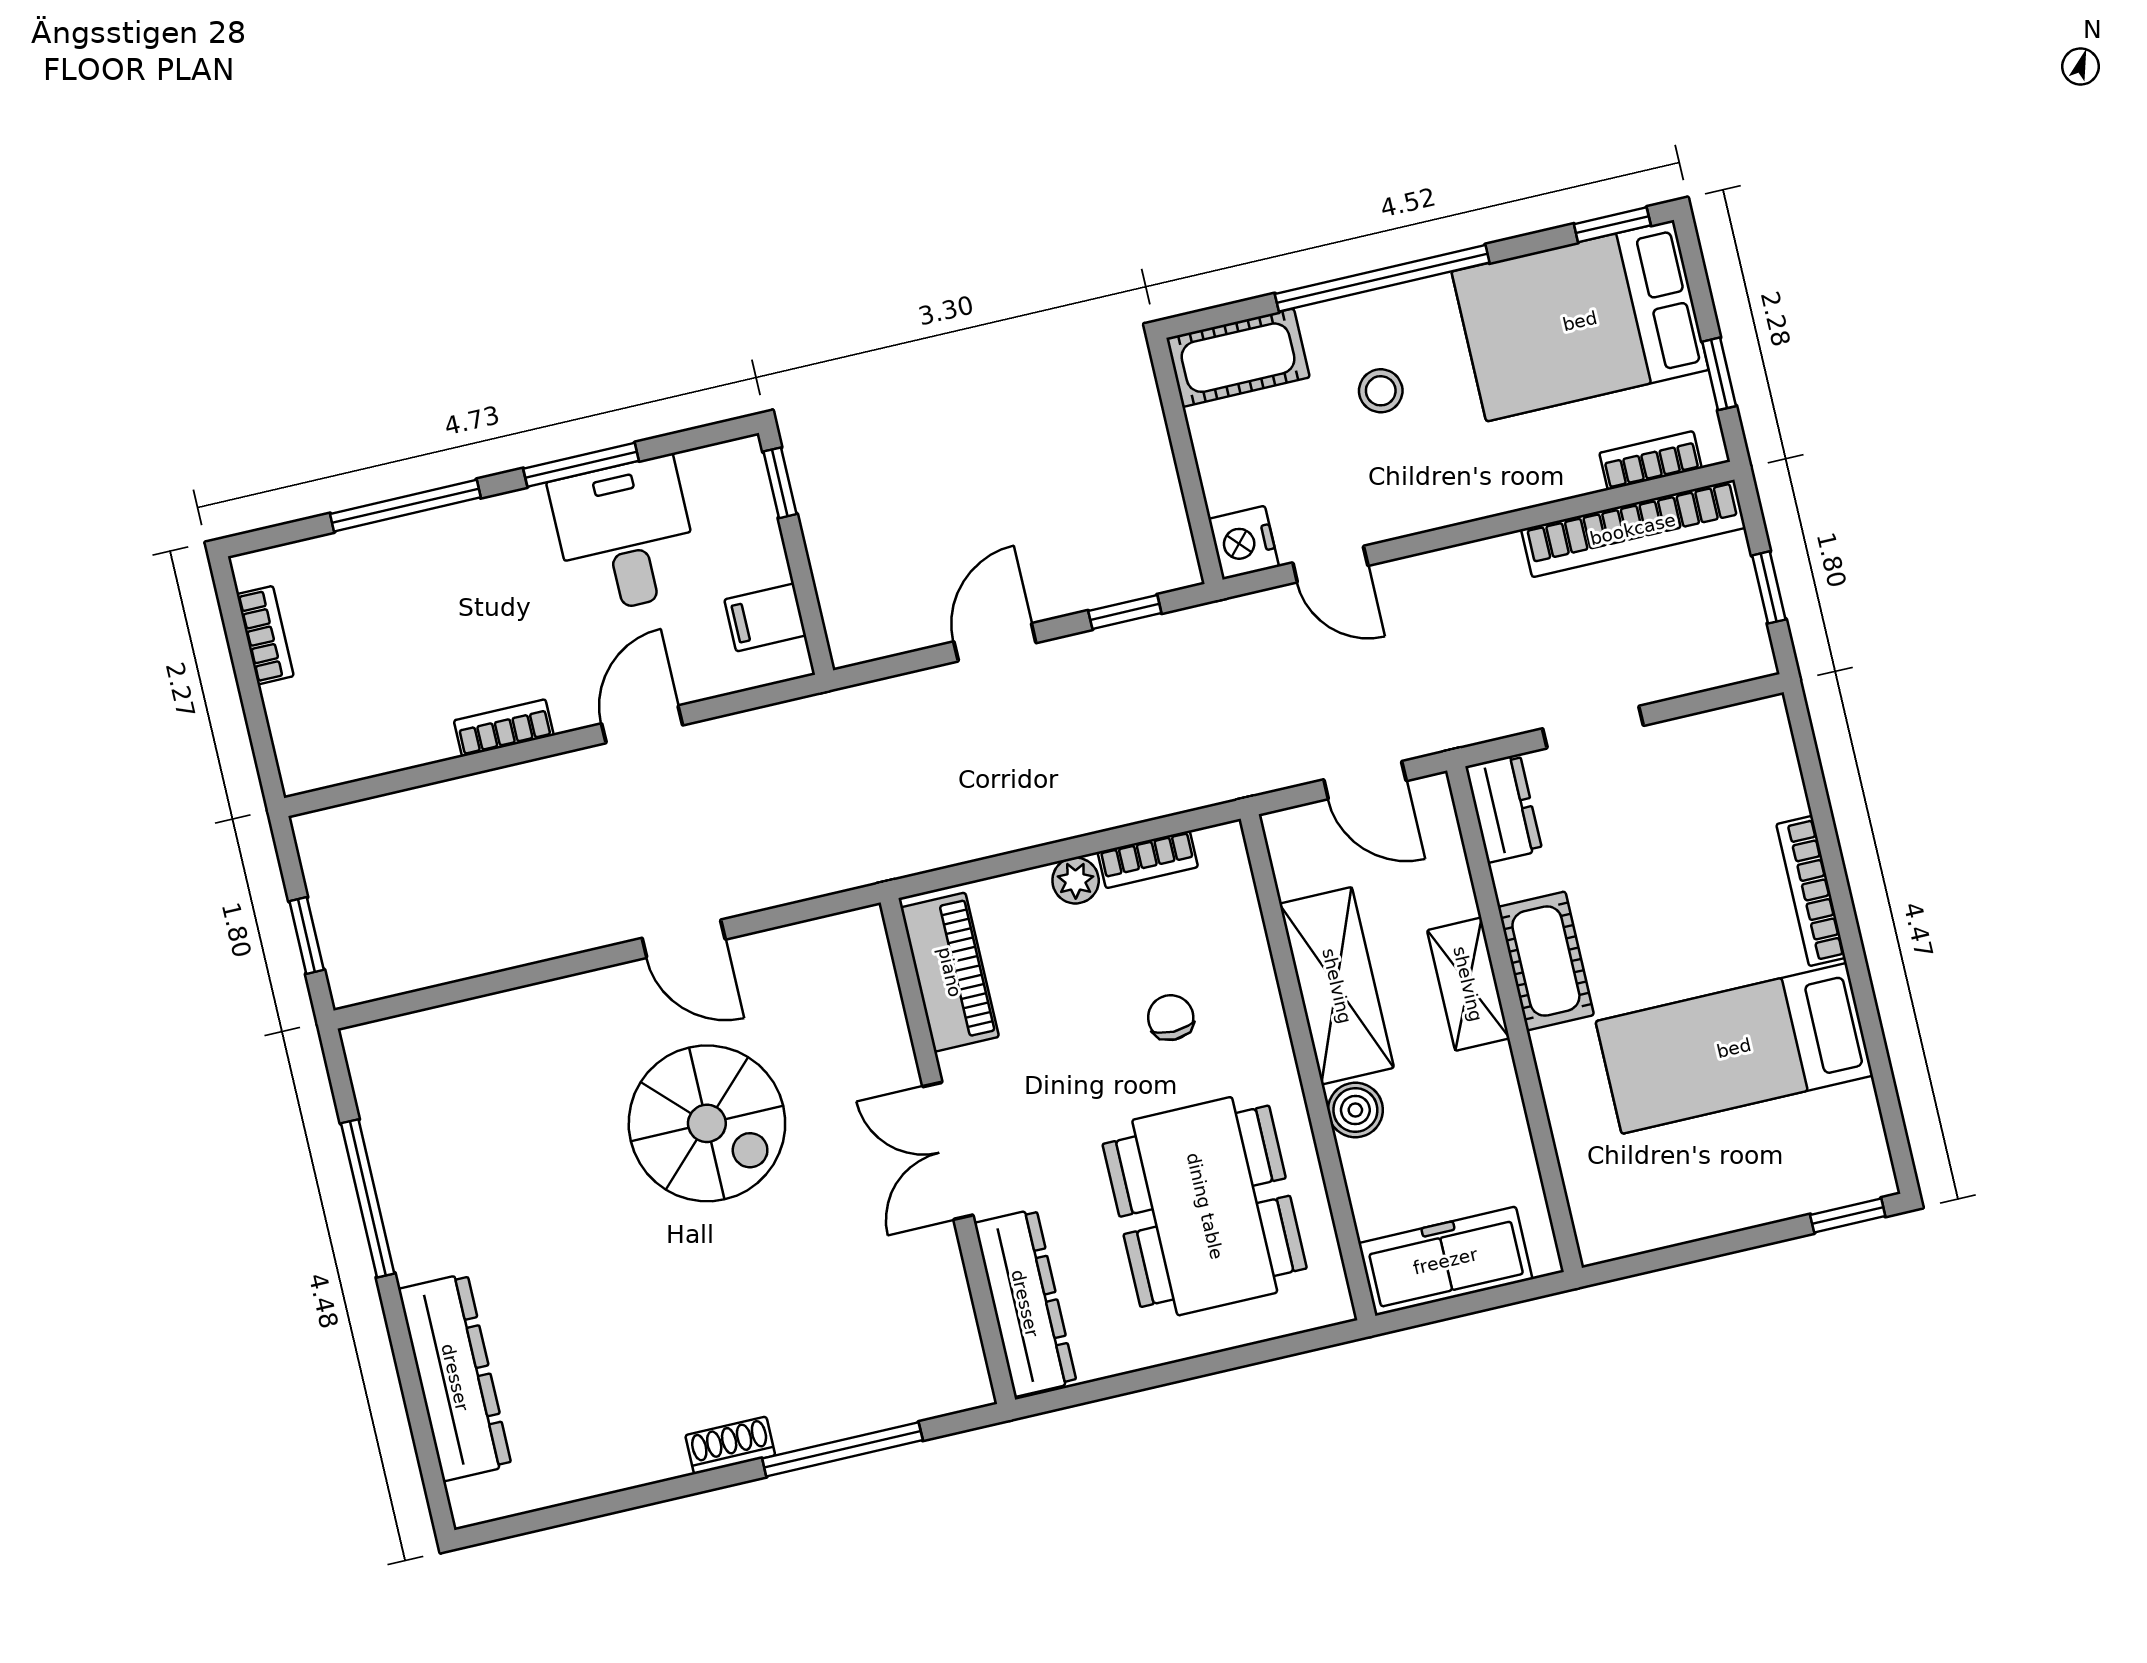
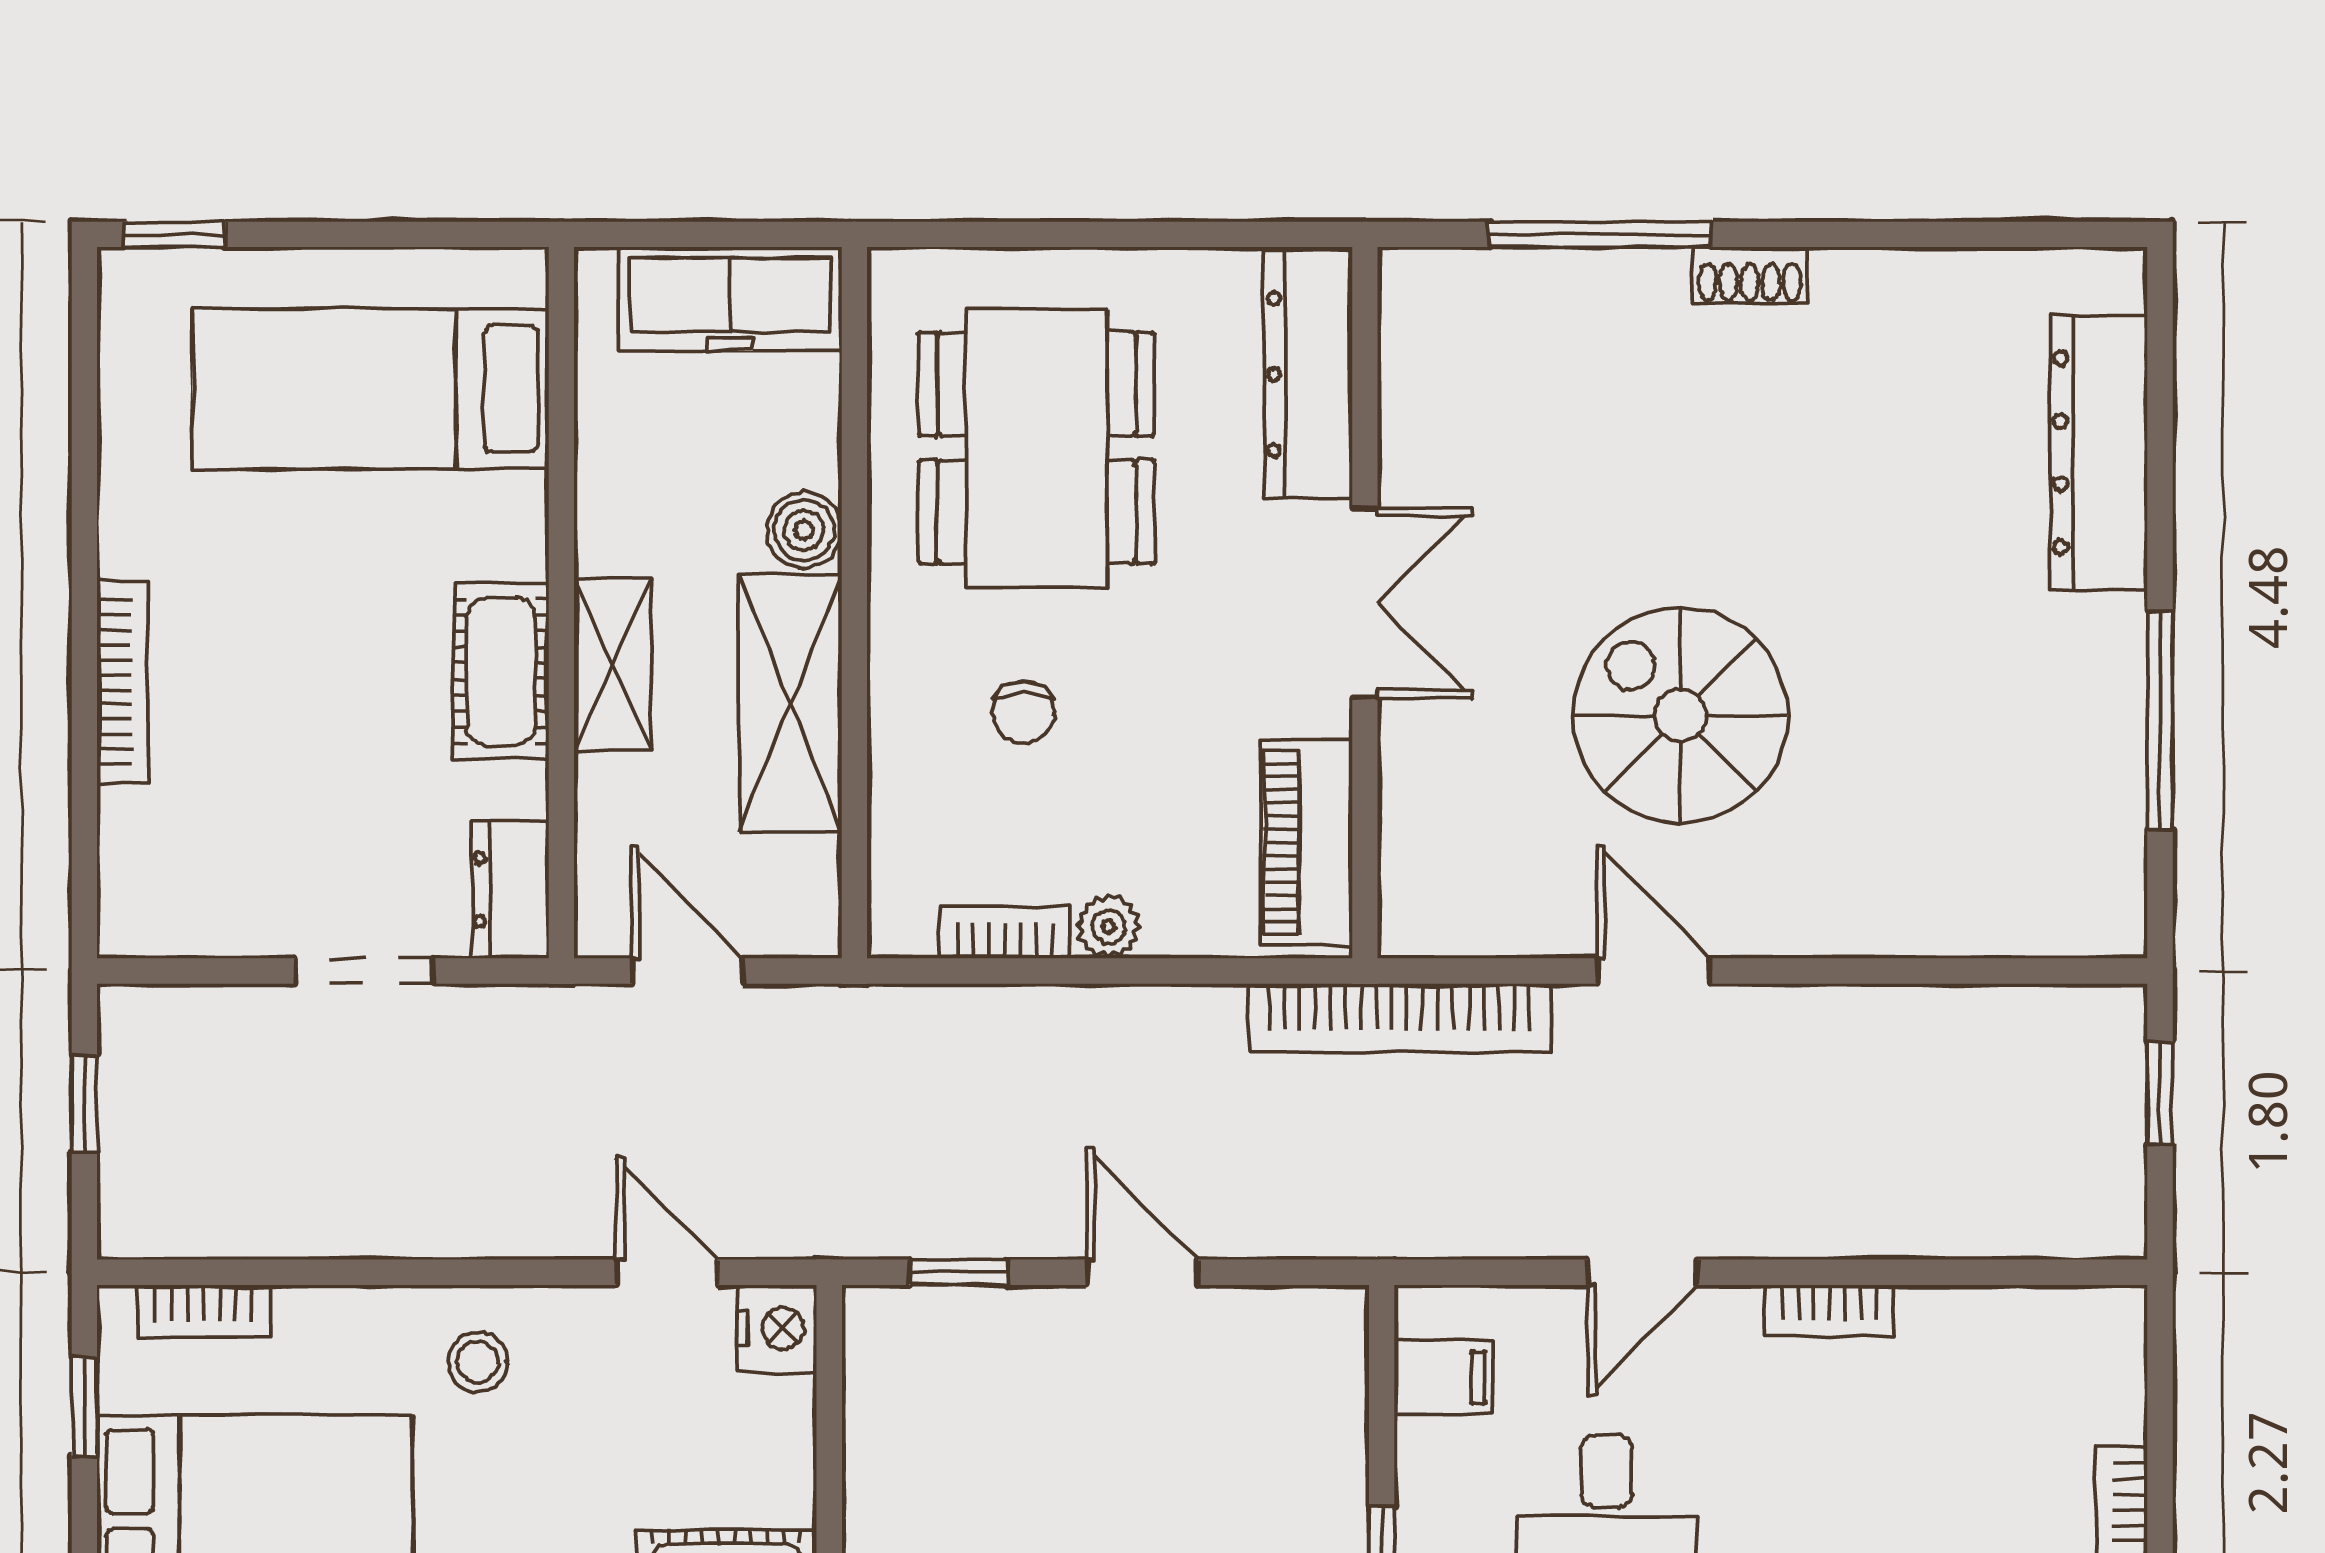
stool: (1381, 391) -> (478, 1362), moved
bookcase: (1633, 529) -> (1400, 1018), moved, turned 180
door: (995, 642) -> (1142, 1272), swing flipped
bed: (1734, 1048) -> (371, 389), moved, turned 180

